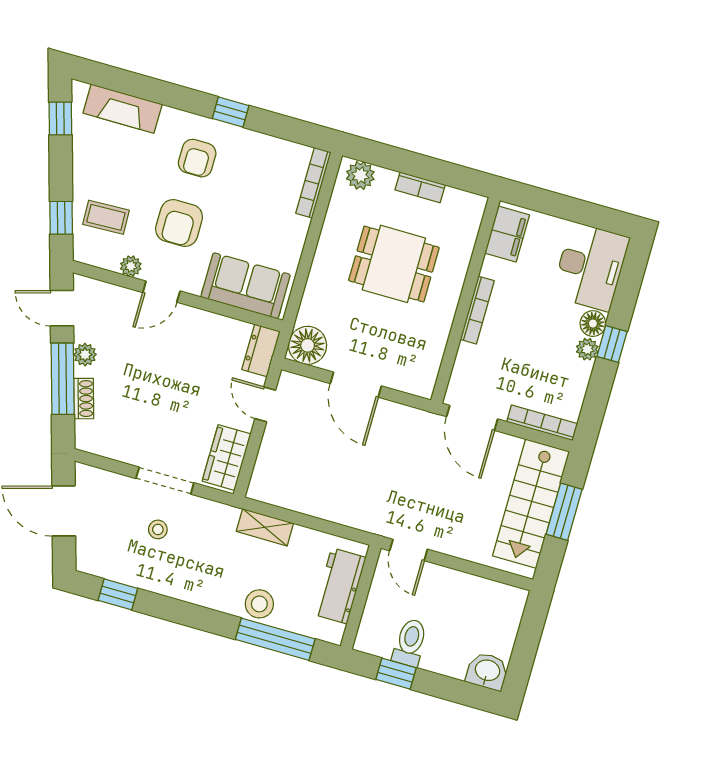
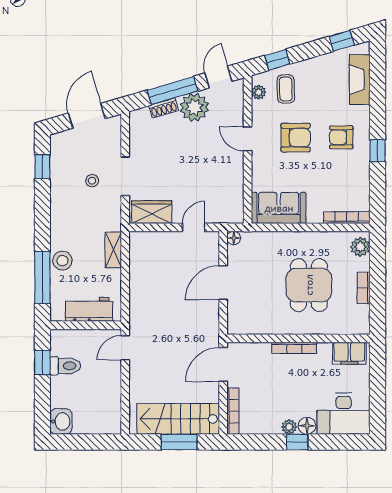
armchair: (179, 223) -> (296, 138), turned 180
plant: (131, 266) -> (259, 92), moved
sofa: (246, 286) -> (279, 208), moved, turned -90
floor lamp: (308, 345) -> (234, 238), width x0.53, depth x0.53
dresser: (261, 350) -> (228, 215), removed
plant: (85, 355) -> (194, 107), width x1.87, depth x1.87

